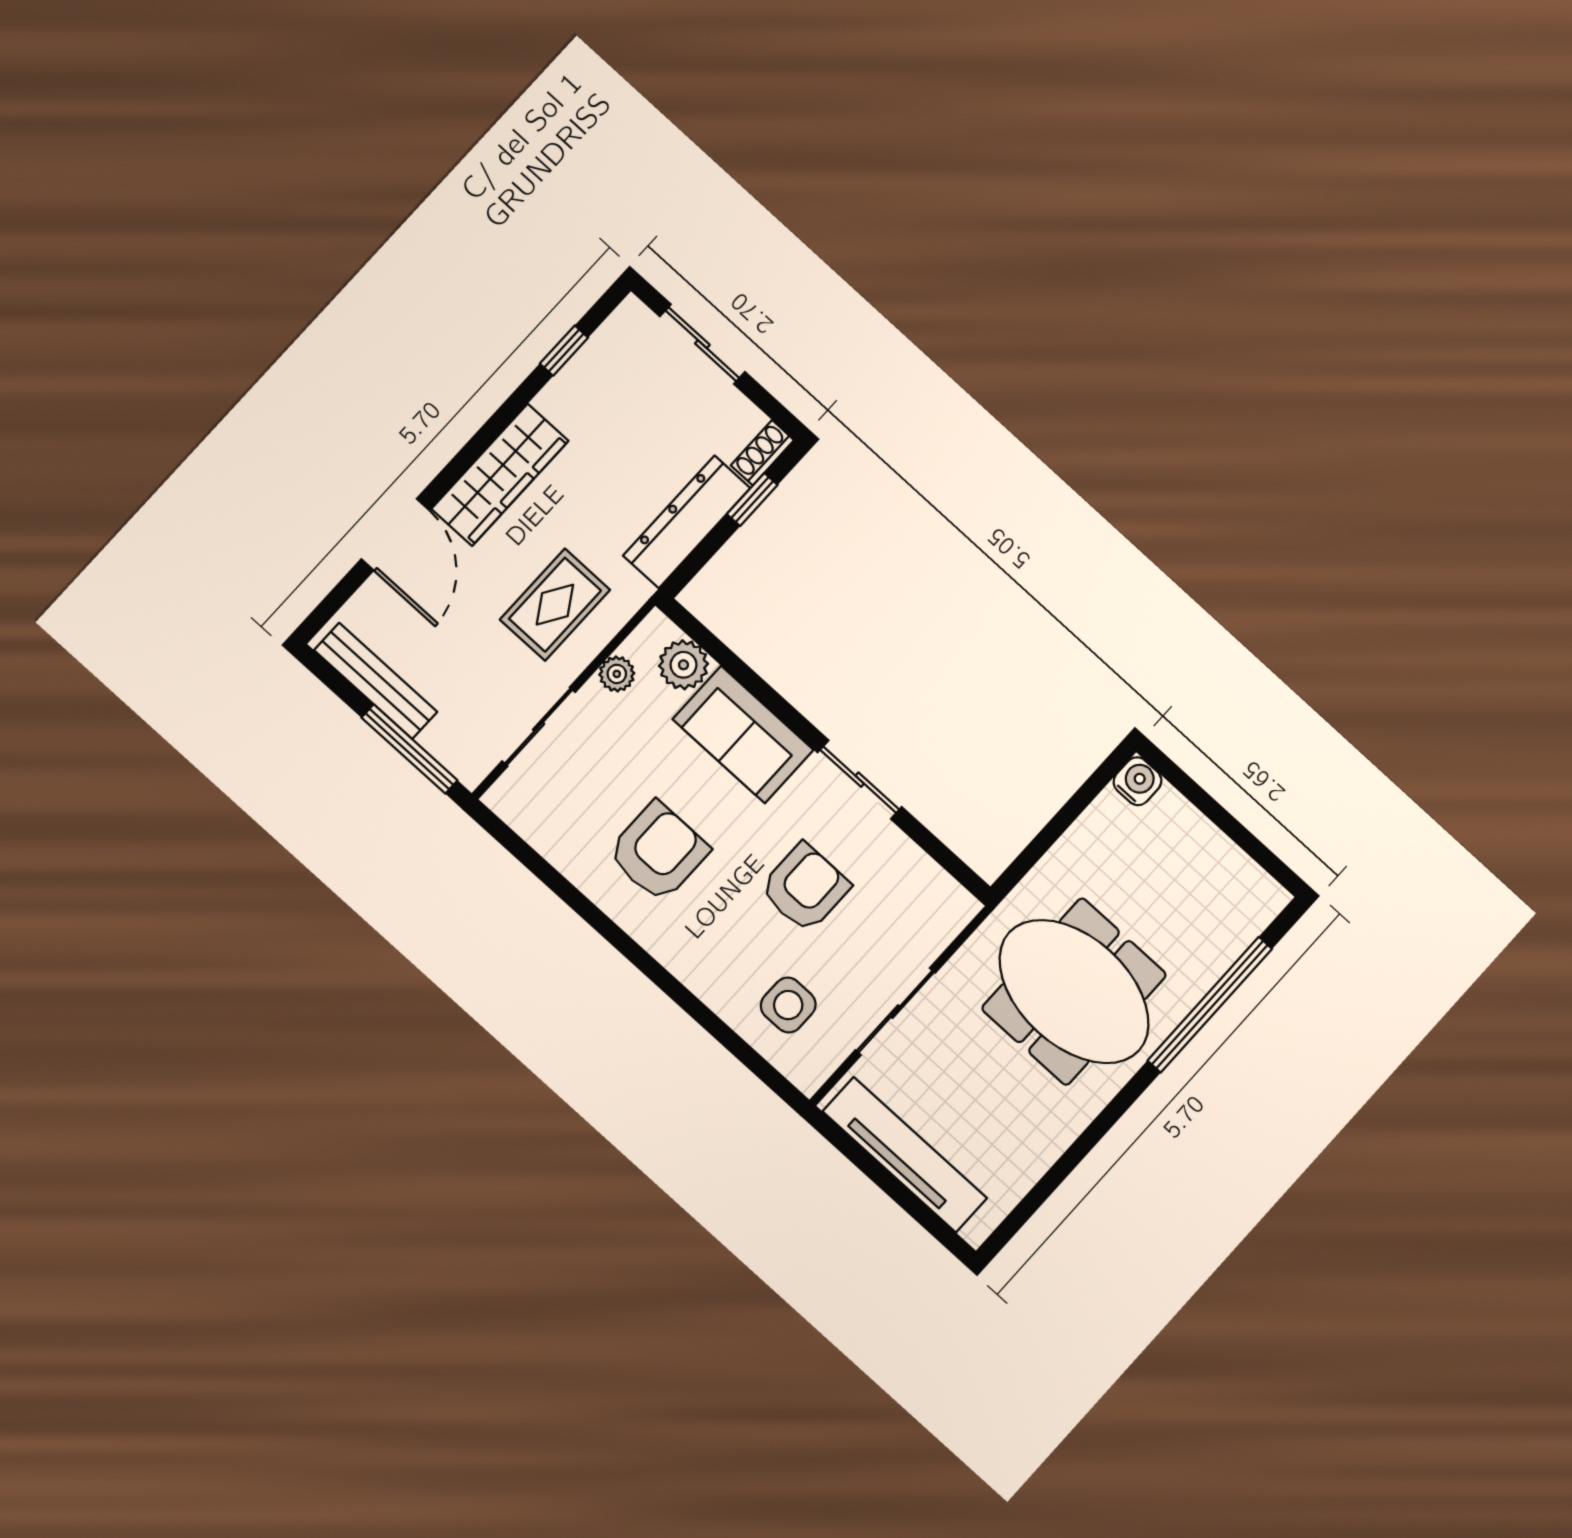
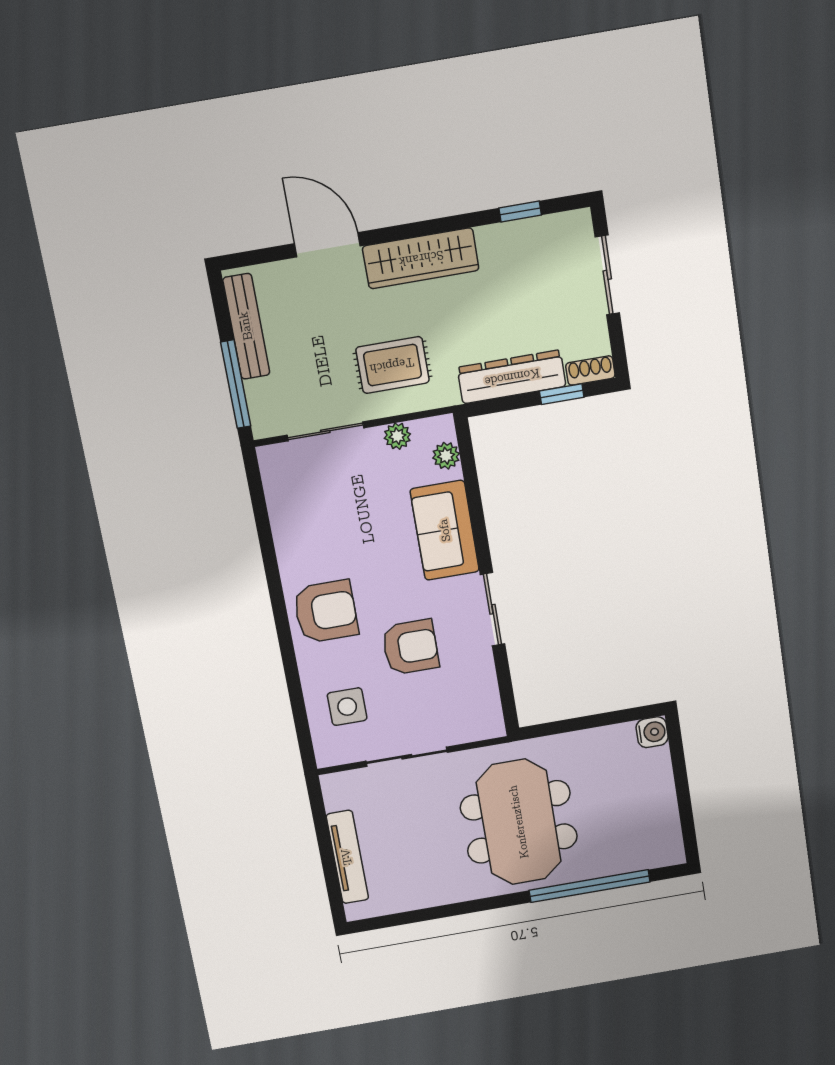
door: (395, 535) -> (327, 245), swing flipped
plant: (684, 665) -> (446, 456), width x0.73, depth x0.73
armchair: (658, 852) -> (326, 612), moved
tv unit: (905, 1155) -> (347, 857), width x0.73, depth x0.78

